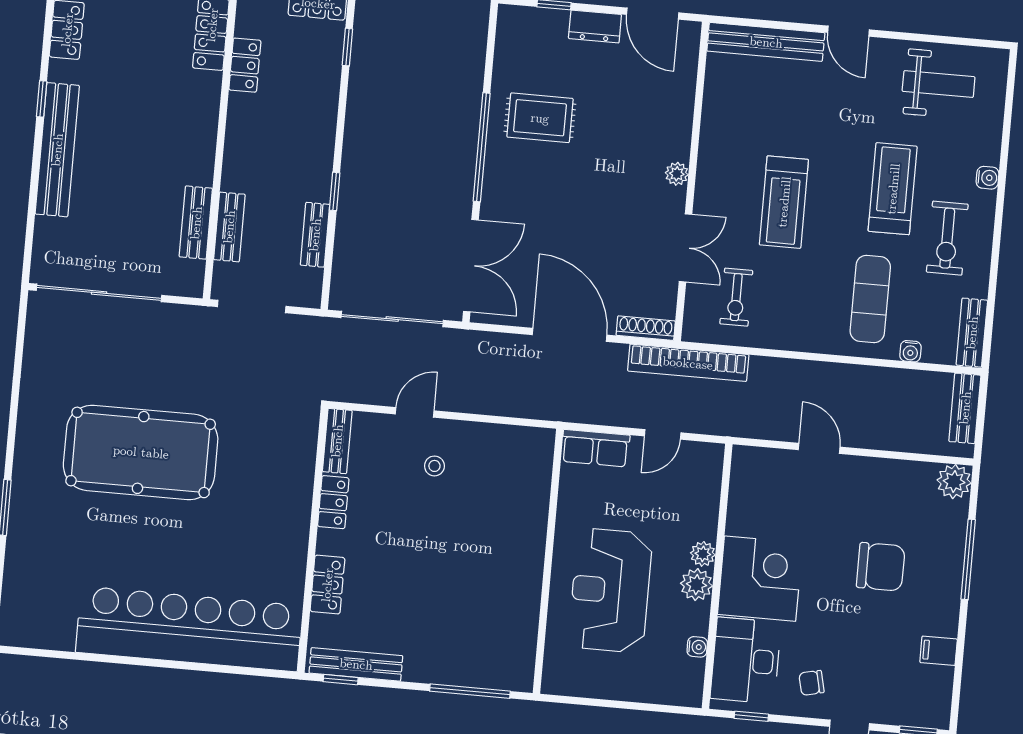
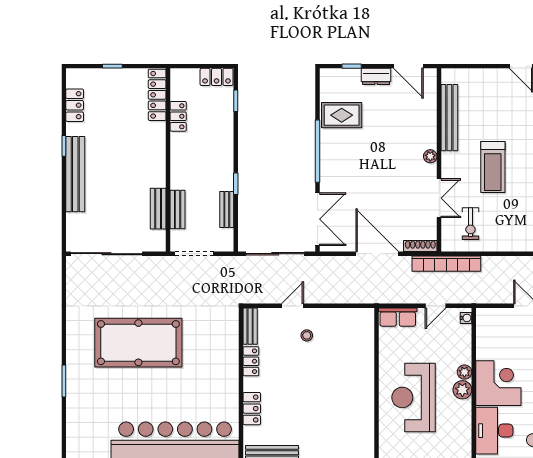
bench: (766, 42) -> (449, 118), moved, turned 90
rug: (540, 118) -> (342, 115), moved
water cooler: (697, 647) -> (466, 318), moved

